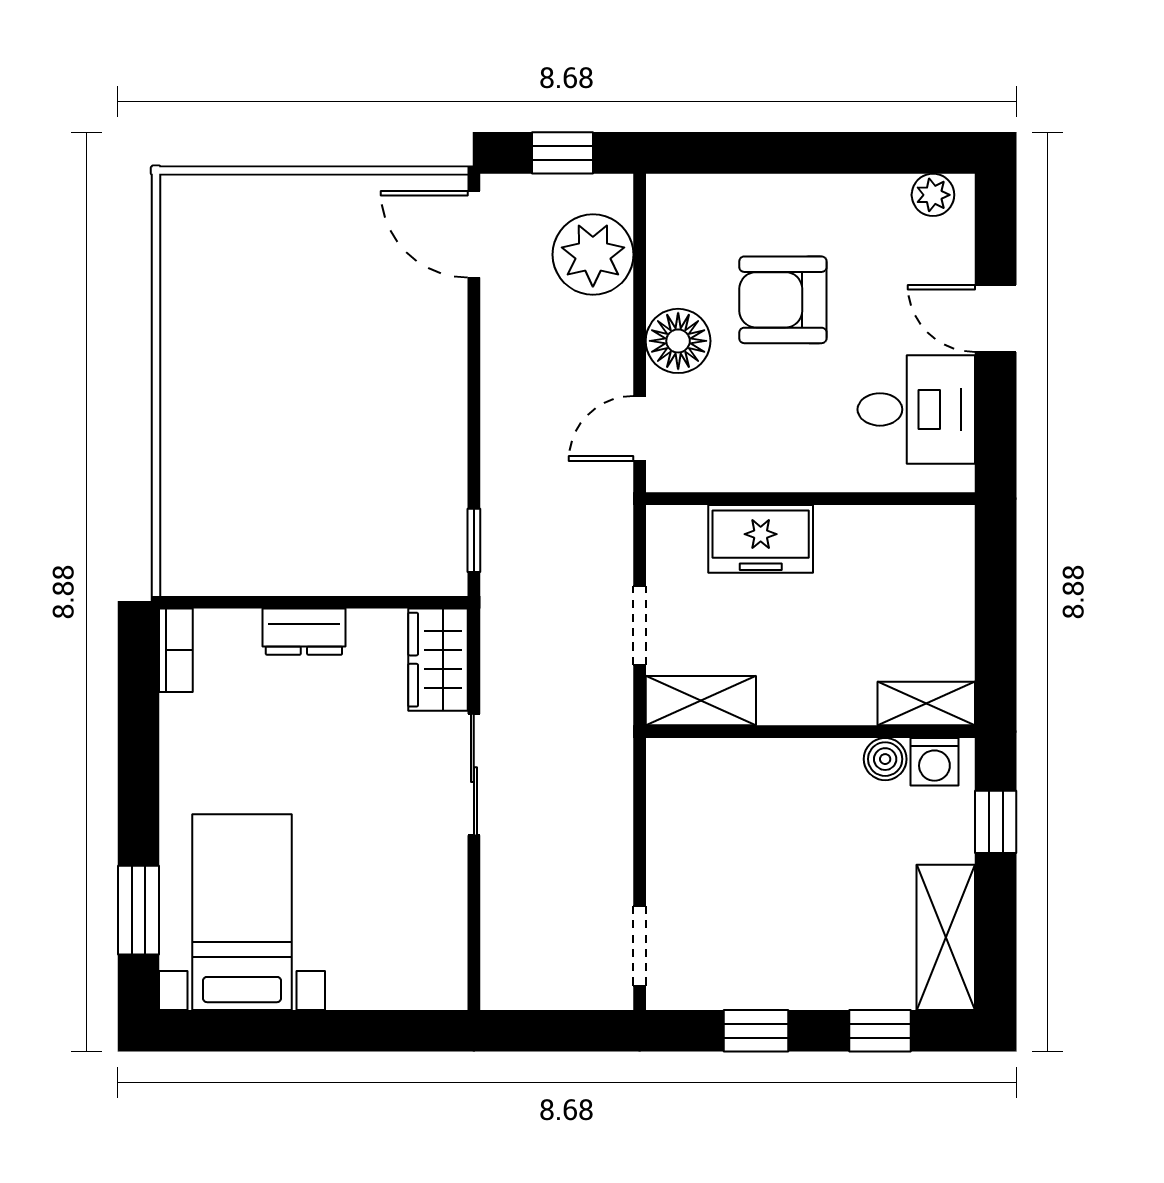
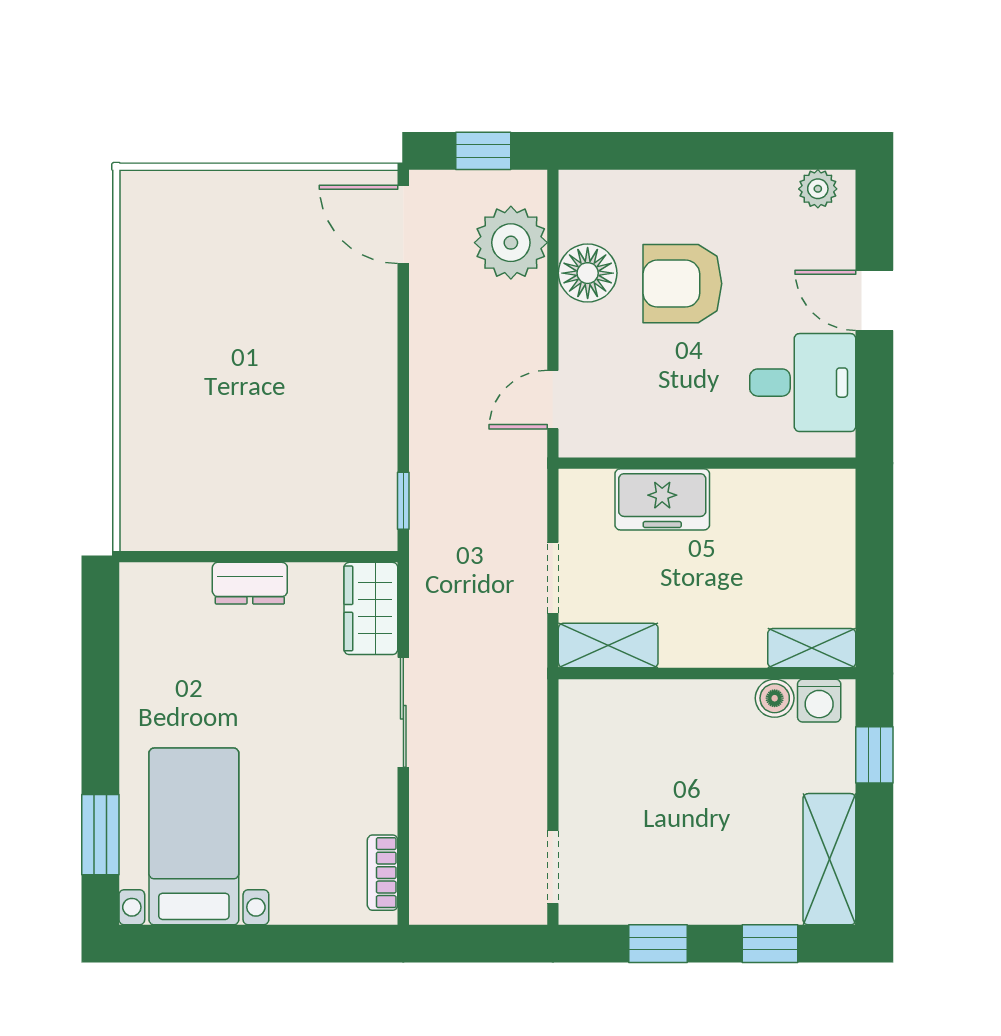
floor lamp: (678, 341) -> (588, 273), moved
bookcase: (176, 650) -> (383, 873), moved, turned 180

